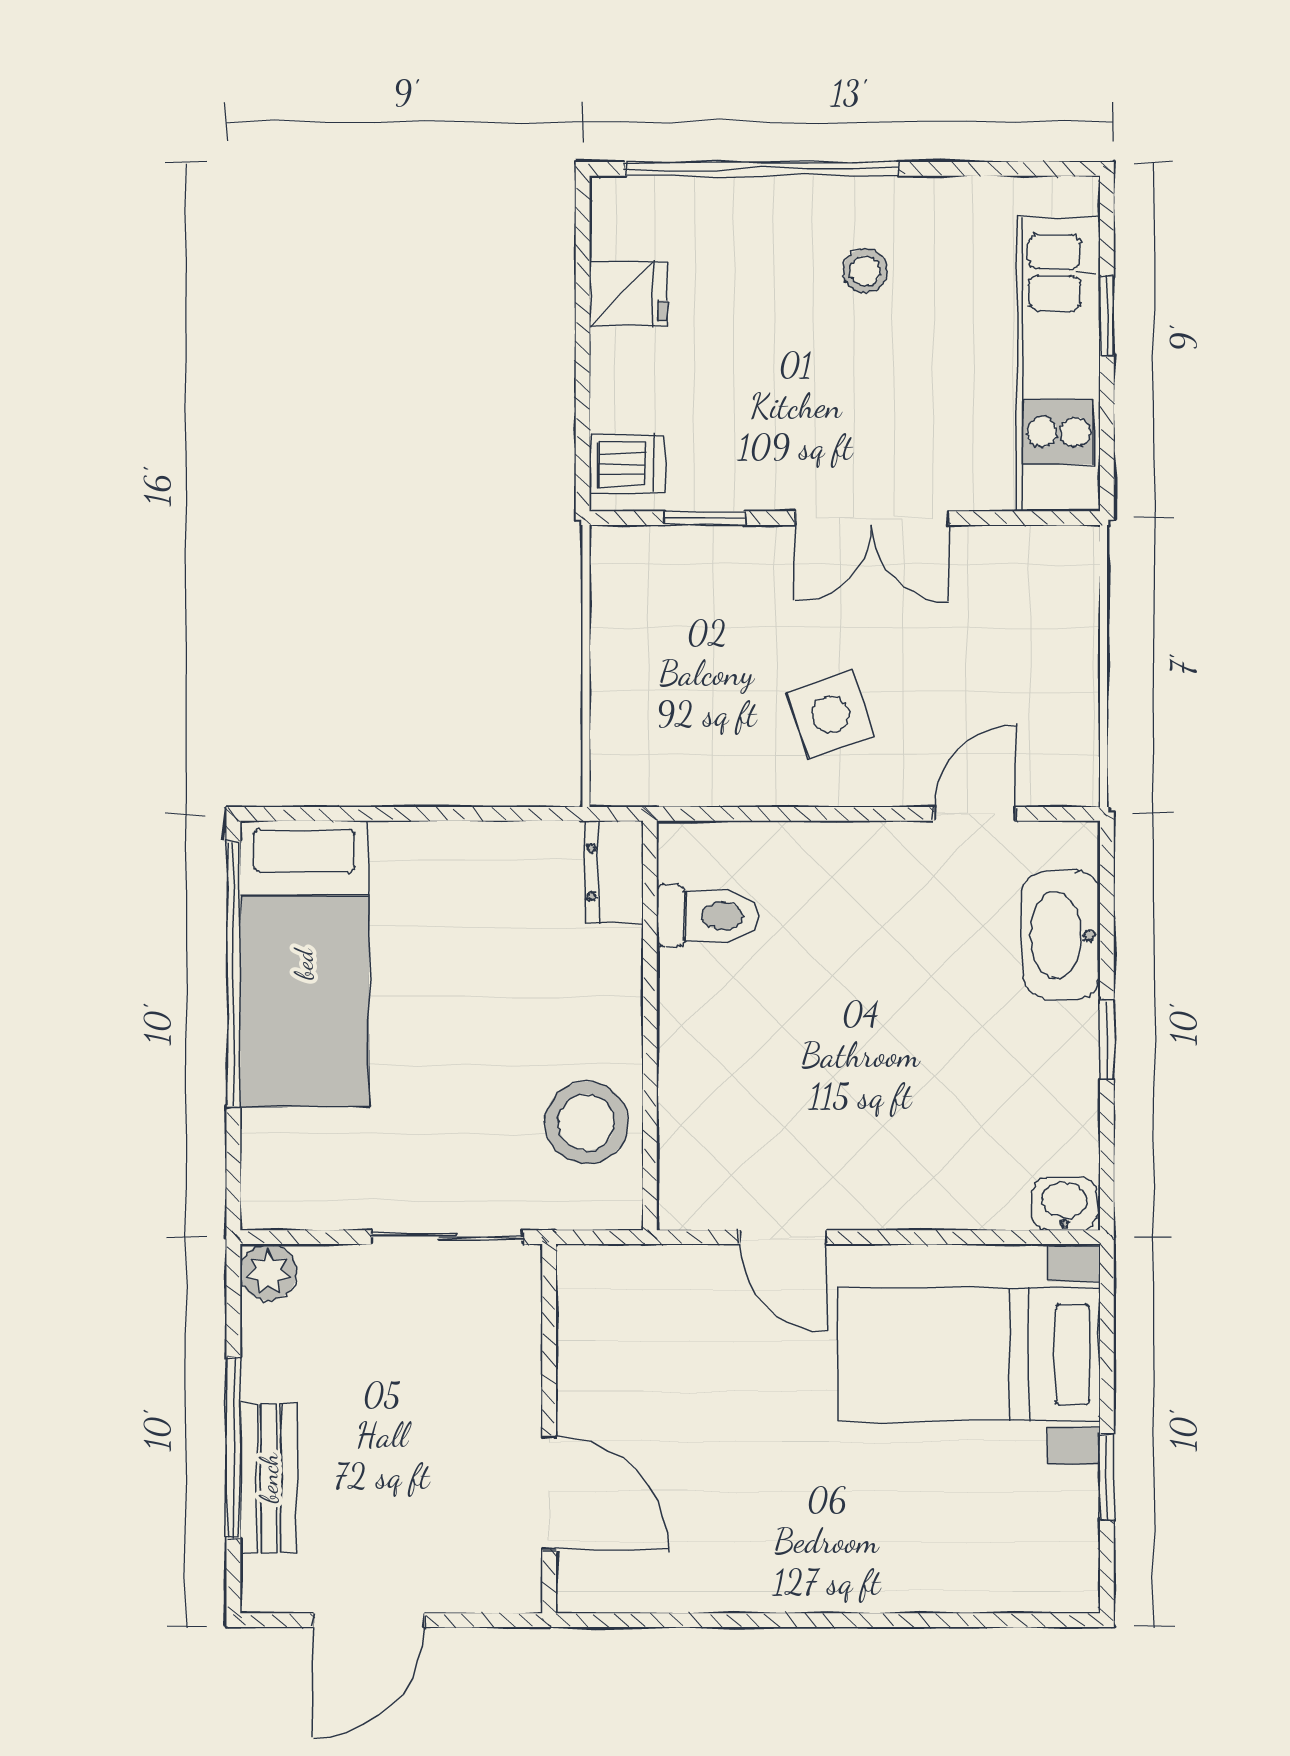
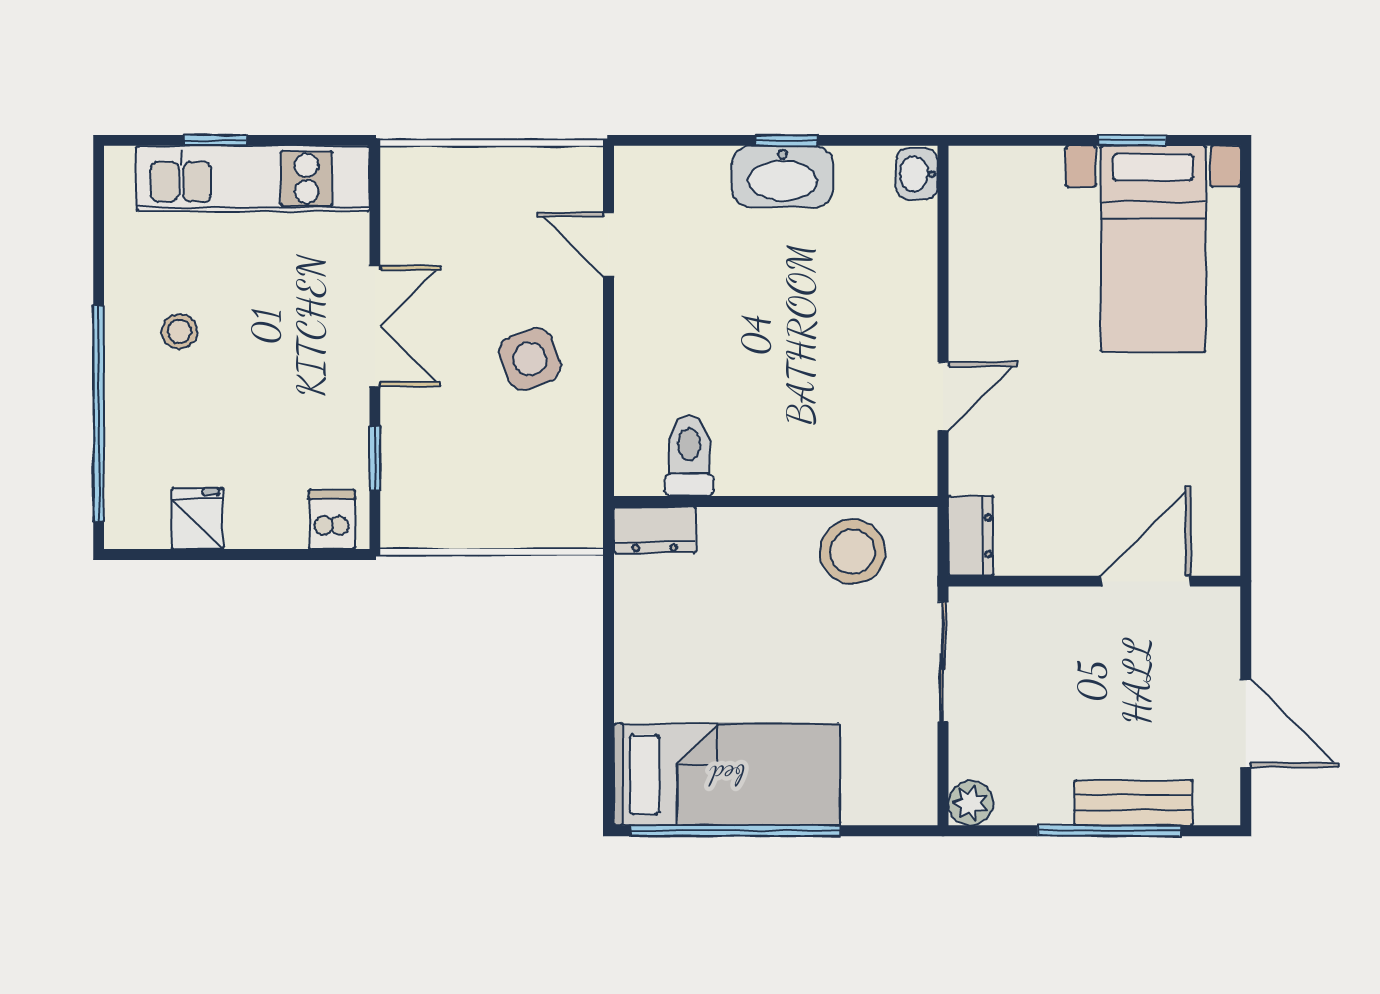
washbasin: (1061, 935) -> (783, 176), moved
dresser: (606, 1272) -> (971, 536), added
bed with nightstands: (969, 1354) -> (1153, 249), moved

